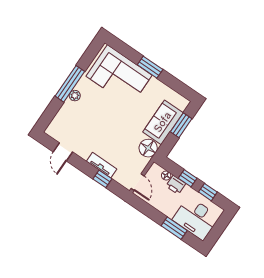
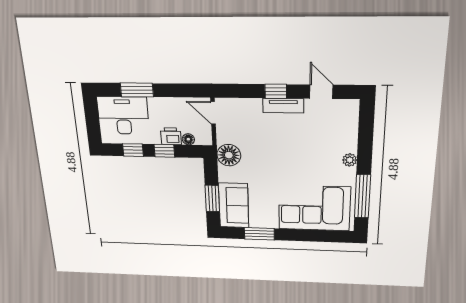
window: (150, 67) -> (259, 234), moved
window: (70, 84) -> (362, 196), moved
sofa: (163, 122) -> (234, 205), moved
tv unit: (102, 165) -> (283, 106), moved
window: (102, 179) -> (276, 91), moved

